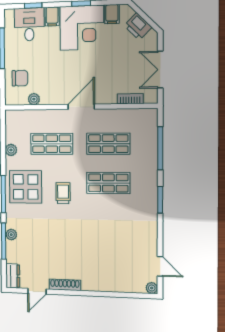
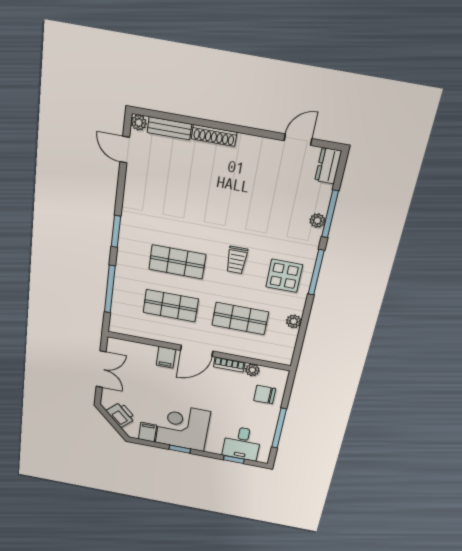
filing cabinet: (52, 16) -> (166, 357), moved, turned 180
bookcase: (130, 99) -> (229, 365), moved
display table: (26, 187) -> (284, 276), width x0.73, depth x0.73
shoe rack: (65, 285) -> (214, 135), moved
bench: (129, 287) -> (169, 128), added

